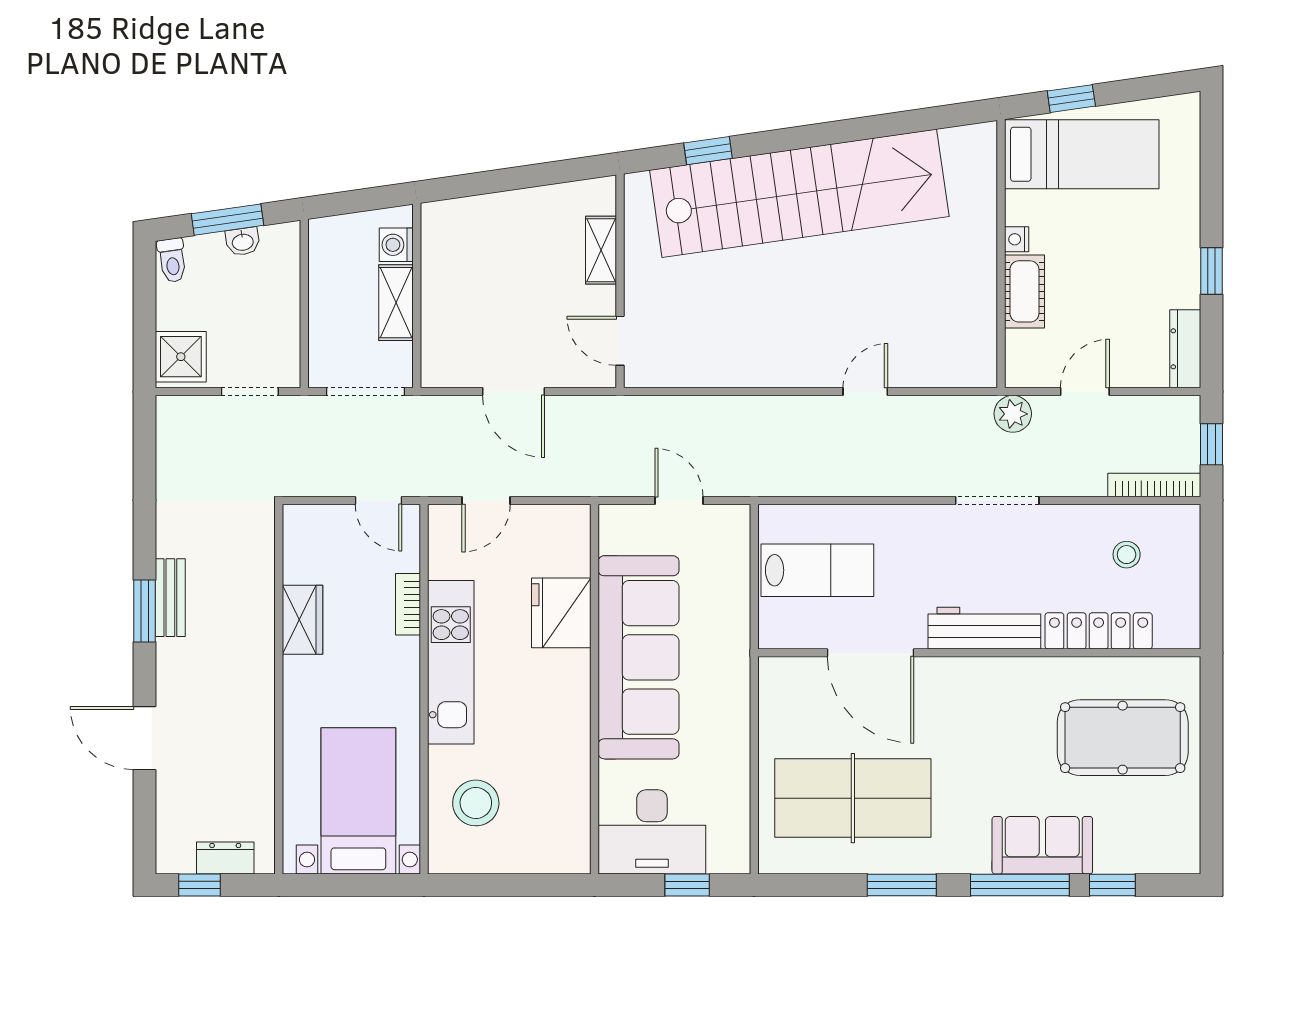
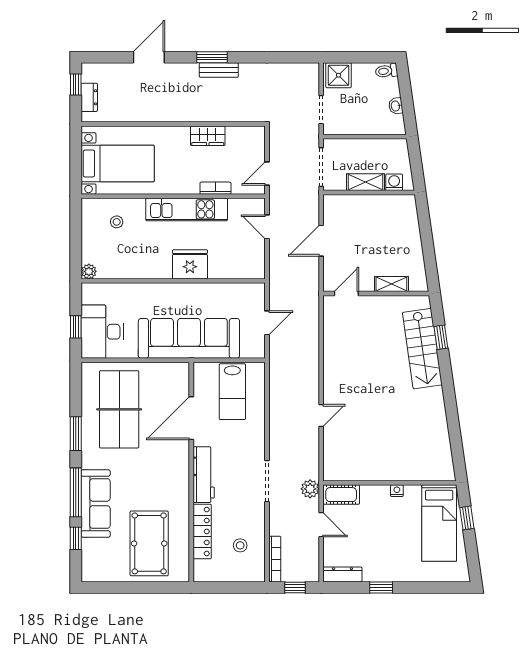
stairs: (799, 193) -> (422, 349), width x0.54, depth x0.66
window: (228, 220) -> (407, 98), removed
cot: (1024, 291) -> (341, 495), moved
door: (865, 392) -> (321, 416), hinge flipped
fridge: (561, 613) -> (190, 264), moved
sofa: (639, 657) -> (189, 338), moved, turned 180
stool: (476, 803) -> (117, 222), width x0.53, depth x0.53
desk: (652, 832) -> (102, 332), moved
sofa: (1042, 845) -> (96, 503), width x1.36
plant: (576, 859) -> (89, 271), added

